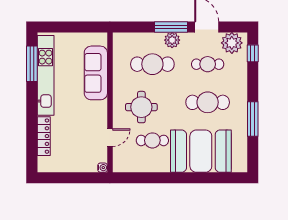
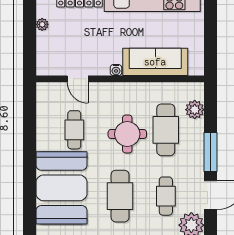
plant: (172, 40) -> (195, 110), moved
round table: (141, 107) -> (127, 134), moved
plant: (65, 167) -> (42, 24), added
water cooler: (103, 168) -> (116, 70), moved

